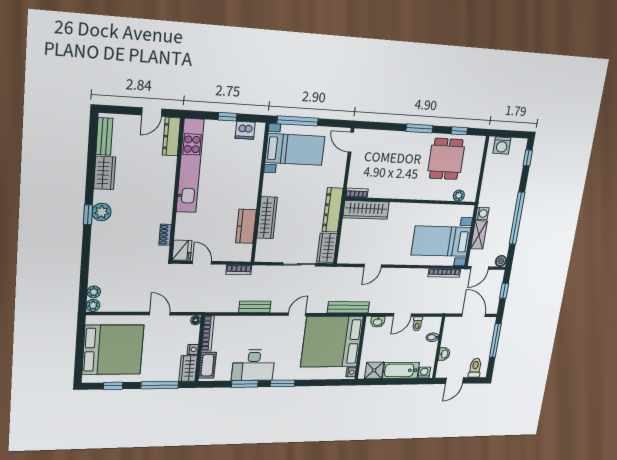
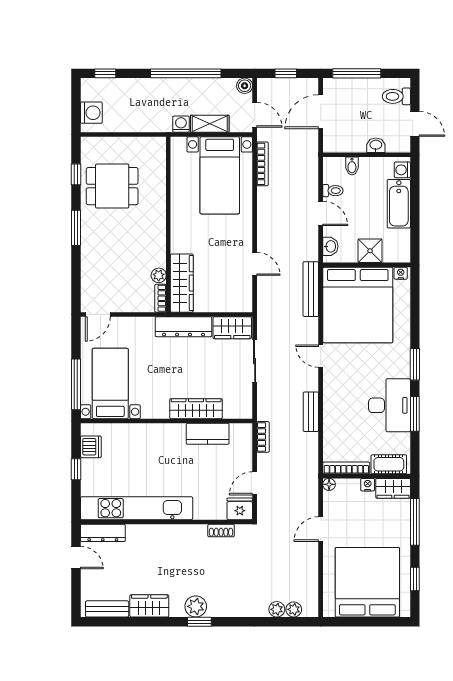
plant: (459, 196) -> (159, 275), moved
plant: (93, 305) -> (277, 609), moved
shower: (374, 370) -> (370, 251), moved

